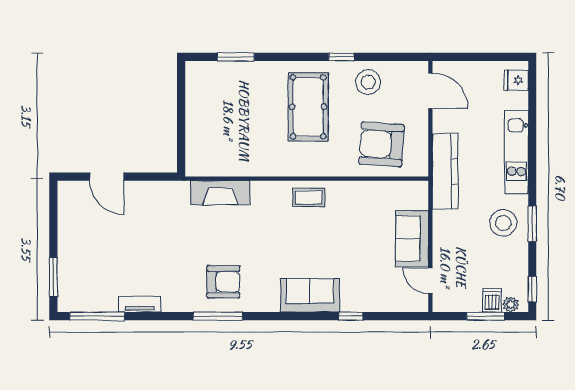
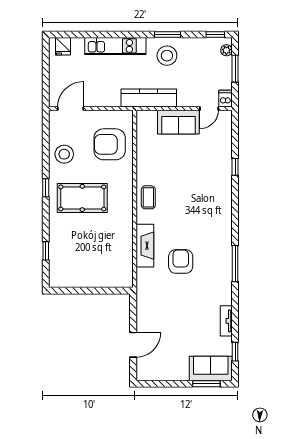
window: (236, 57) -> (46, 251), width x0.67
window: (341, 57) -> (46, 188), moved
armchair: (382, 144) -> (110, 144), turned 86
kitchen counter: (445, 171) -> (149, 98), moved
fireplace: (220, 193) -> (145, 246), moved
armchair: (223, 282) -> (181, 261), moved
sofa: (310, 295) -> (211, 368), moved, turned 90
dishwasher: (492, 300) -> (225, 99), moved, turned 90
window: (97, 316) -> (235, 352), width x0.46

